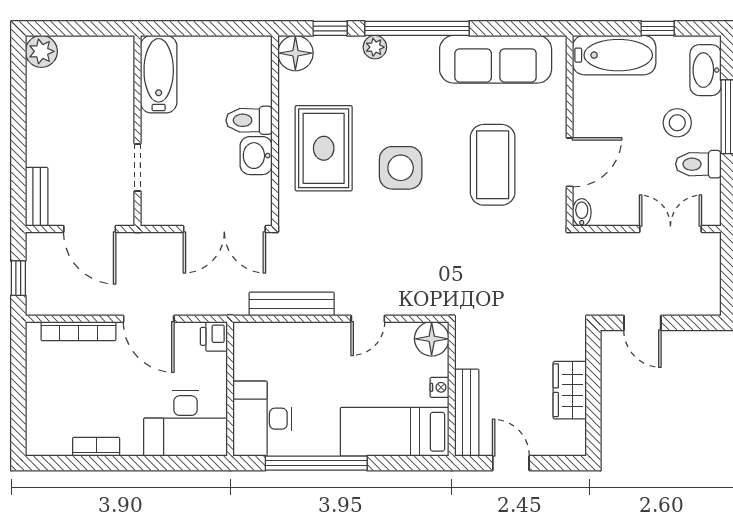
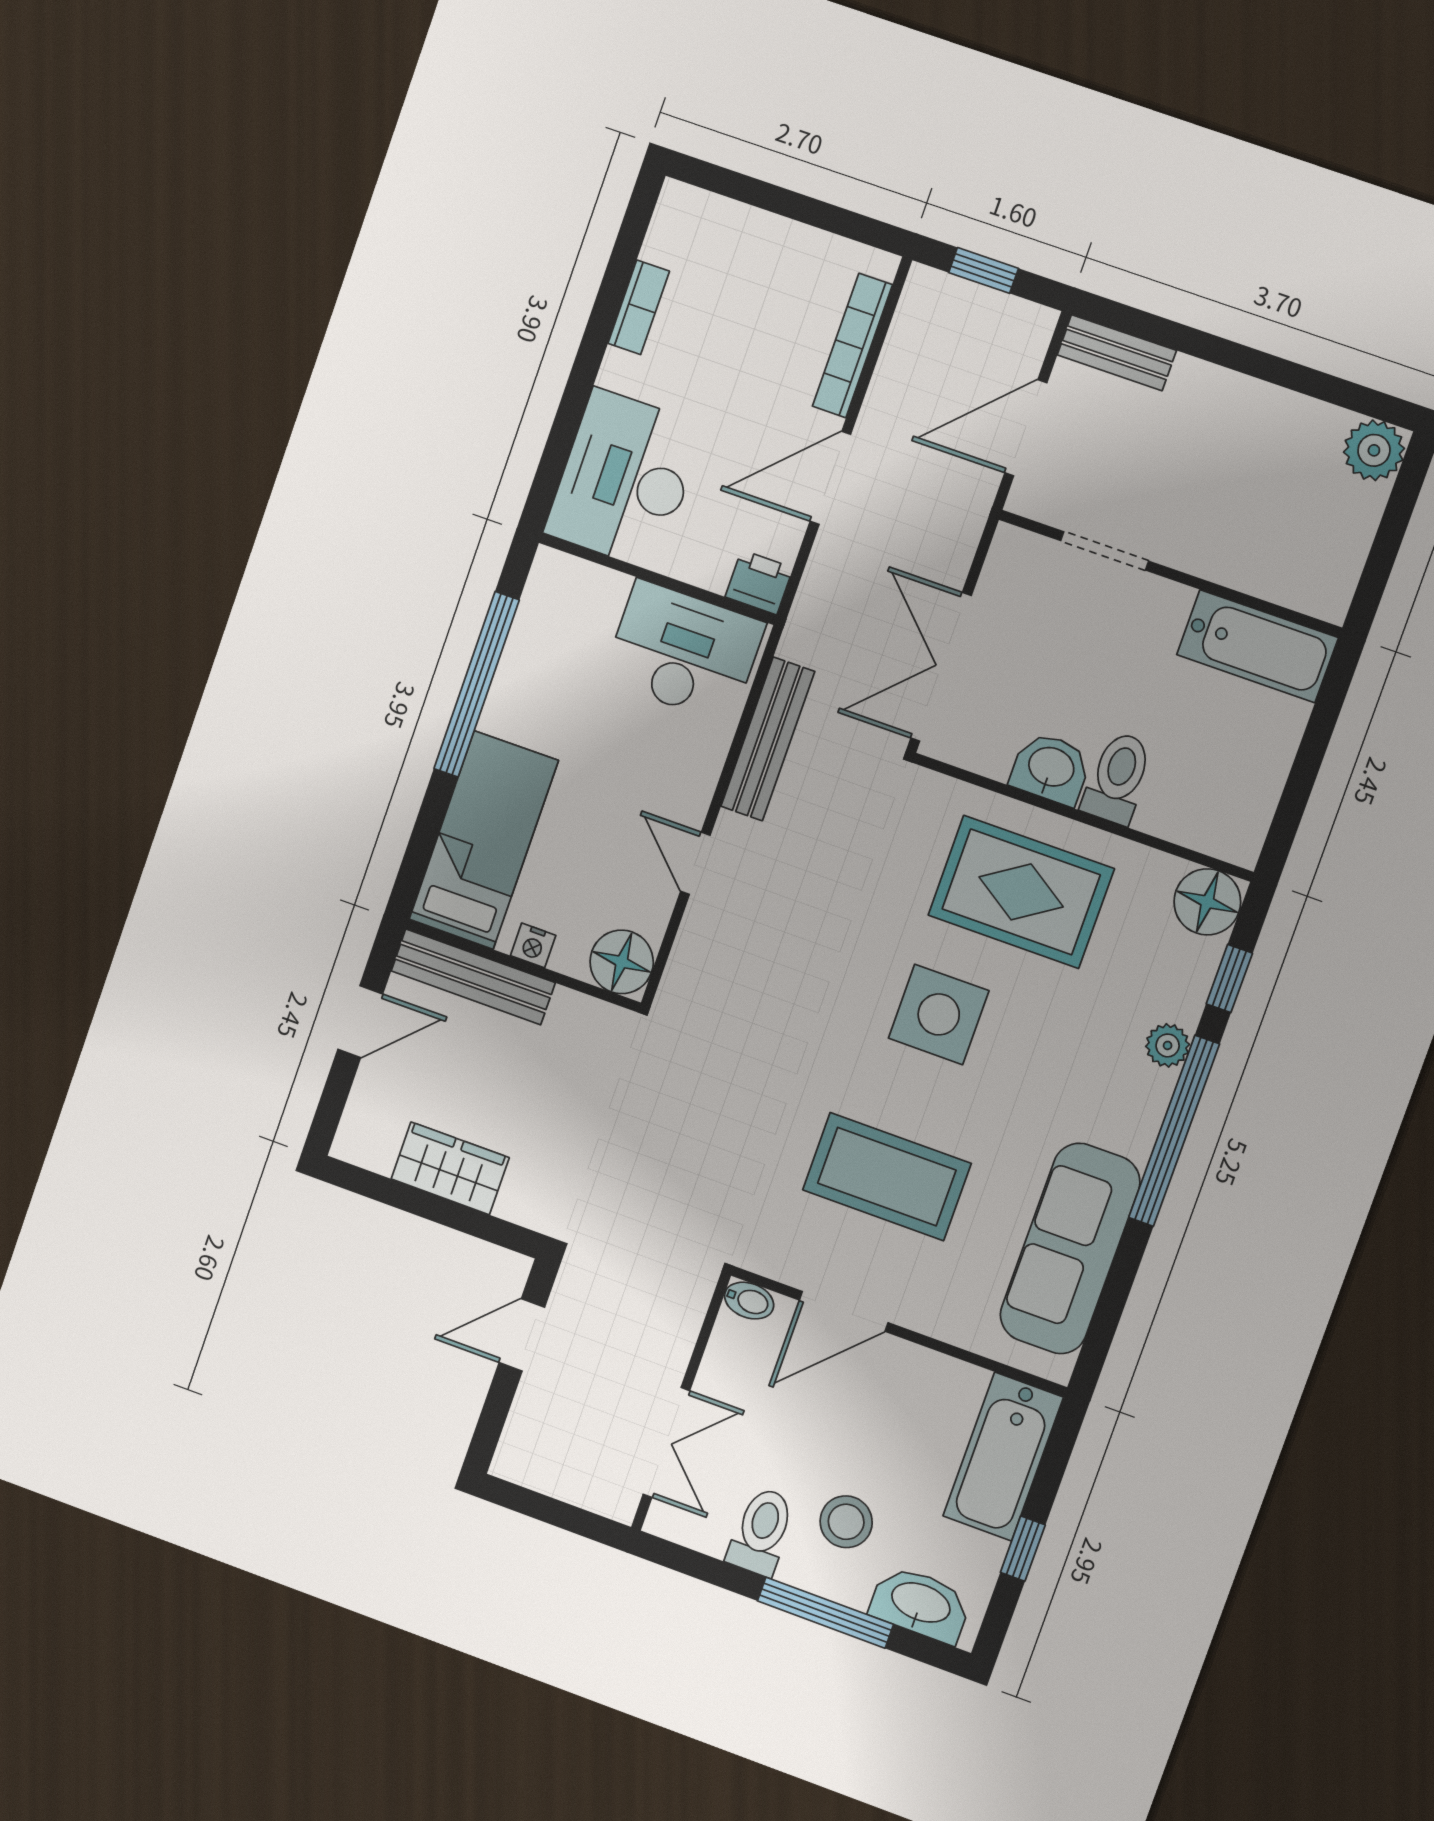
door: (570, 162) -> (844, 1311), hinge flipped
desk: (262, 419) -> (684, 652), moved

